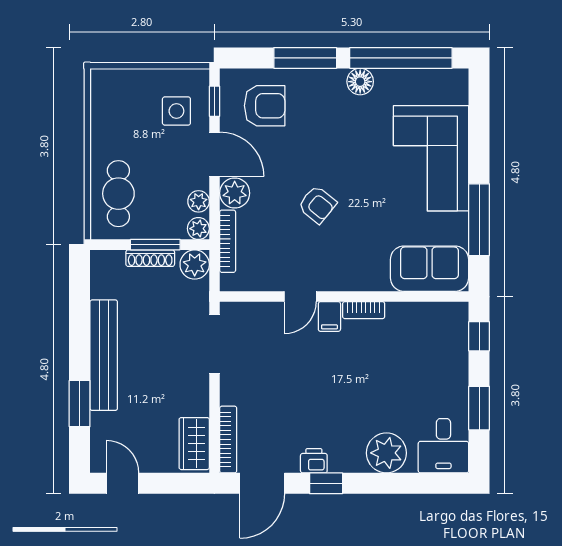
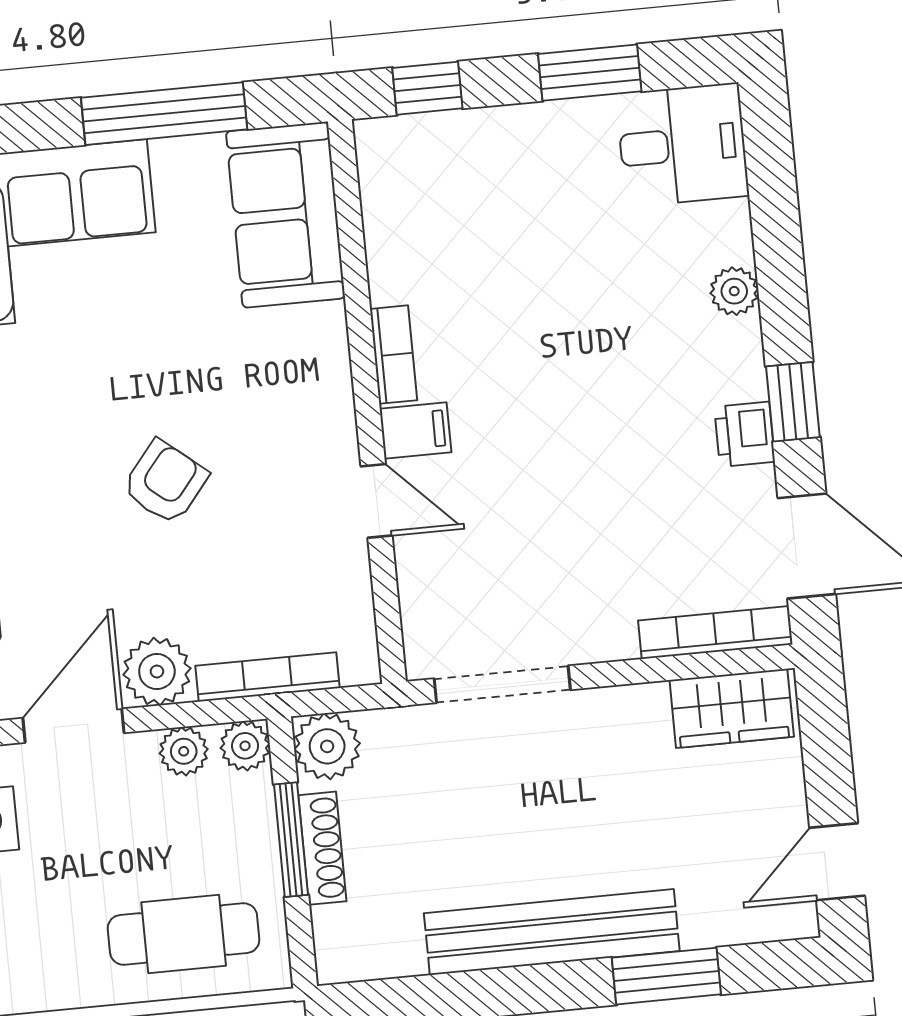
plant: (386, 453) -> (734, 291), width x0.53, depth x0.53

